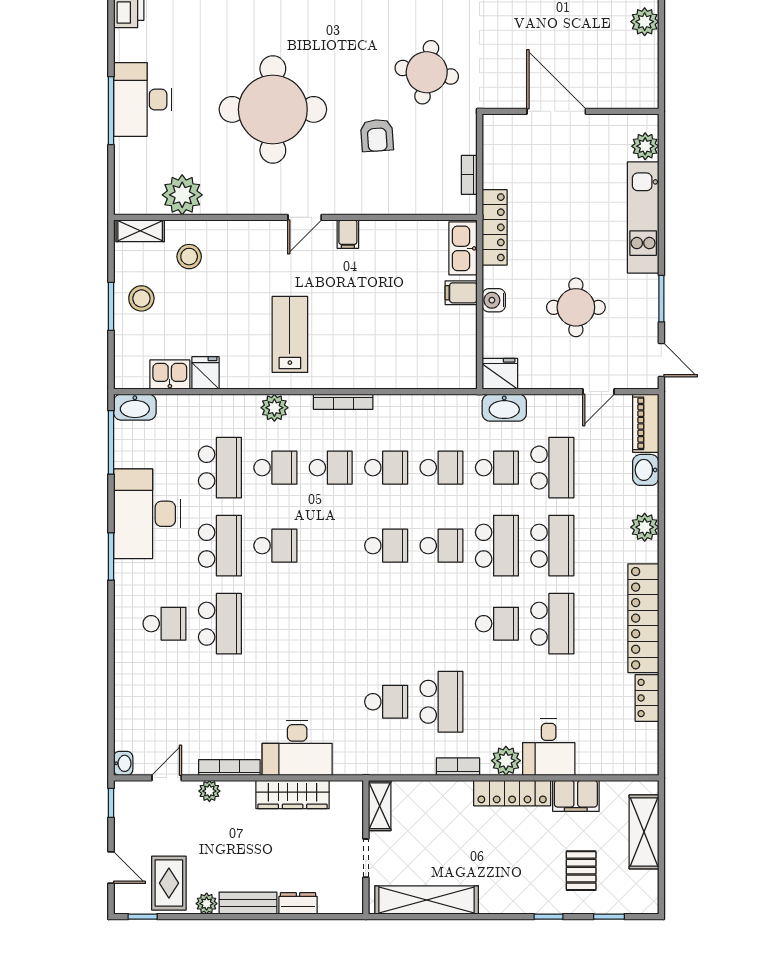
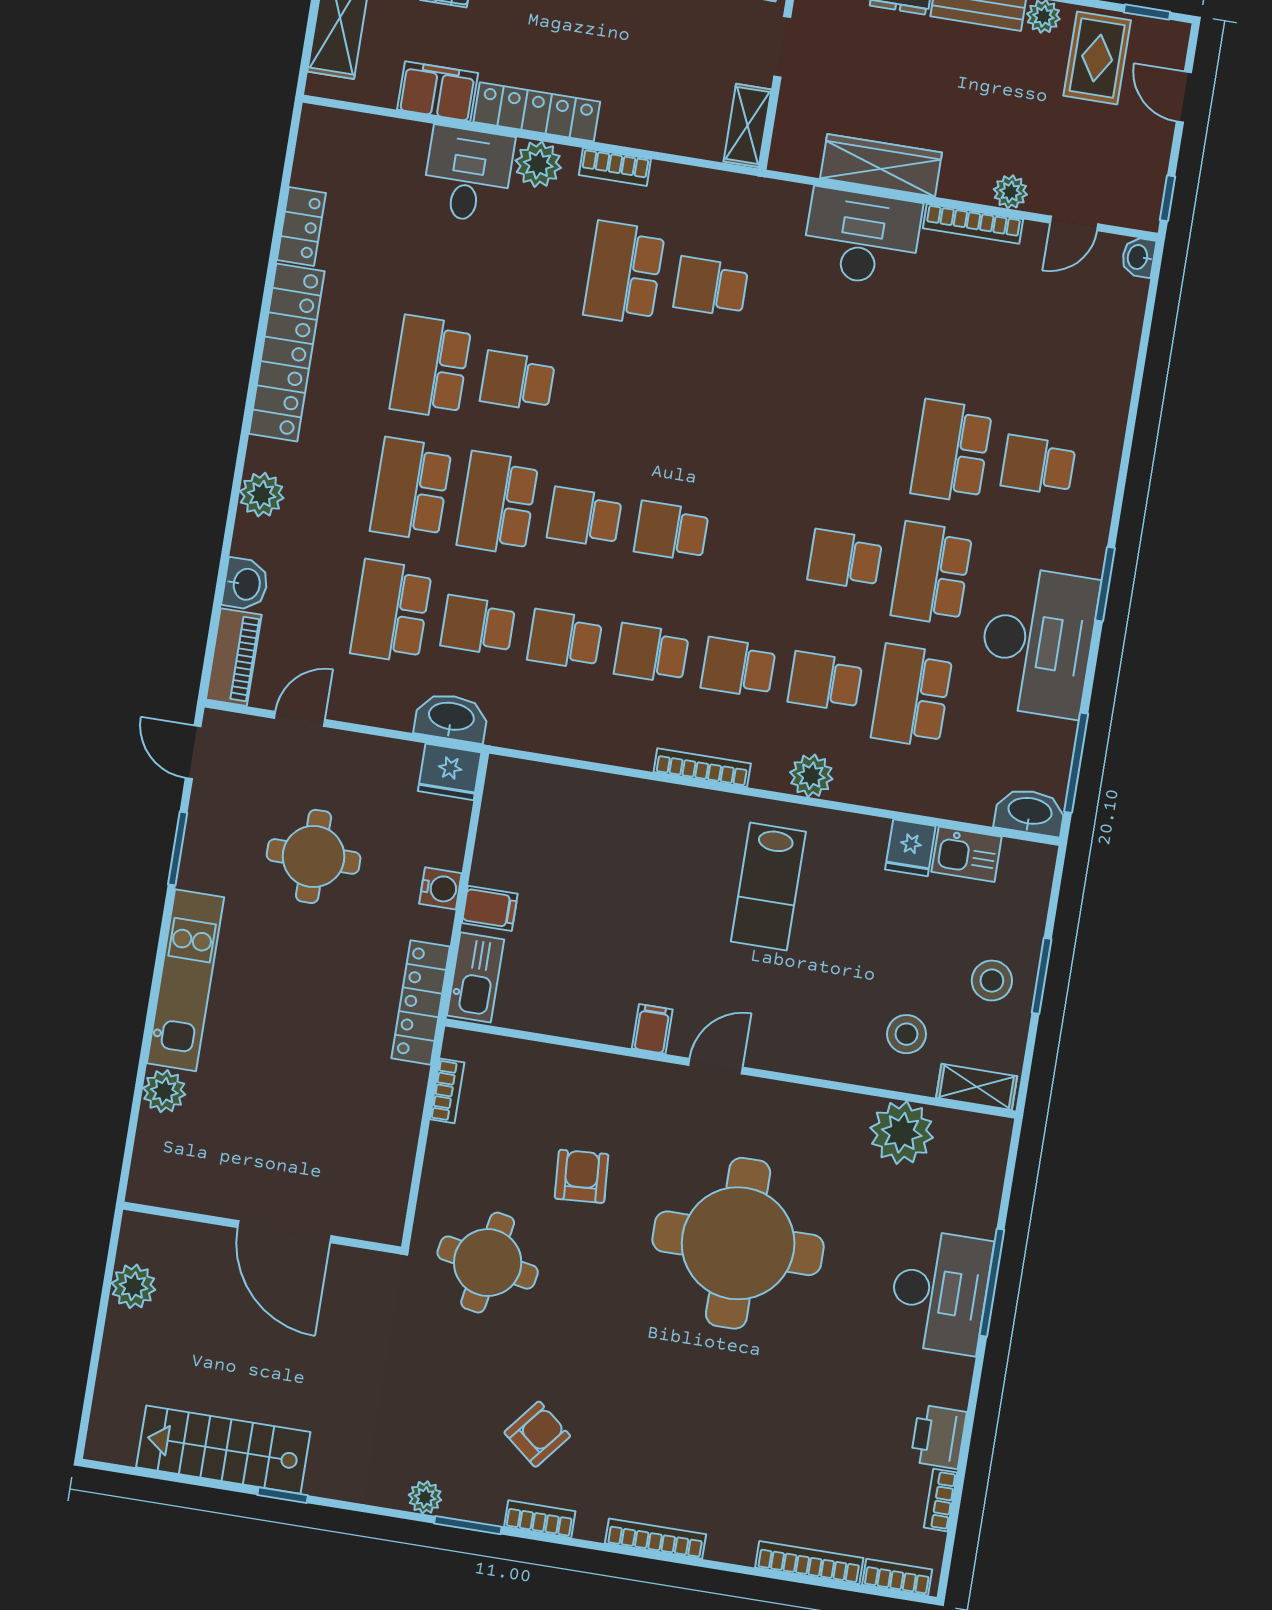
door: (556, 111) -> (284, 1232), moved
wall: (570, 111) -> (262, 1228), moved

